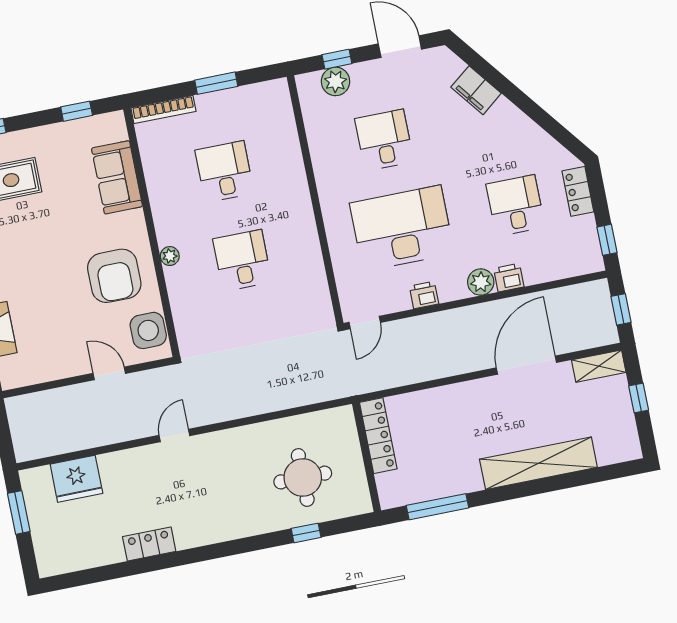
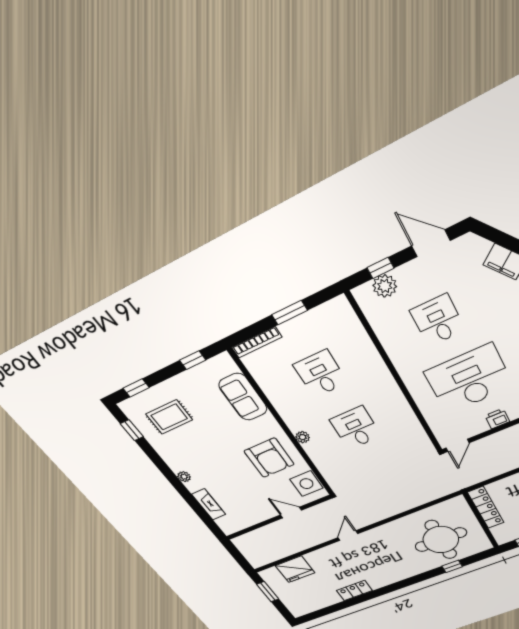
round table: (303, 478) -> (441, 540), width x1.36, depth x1.36

